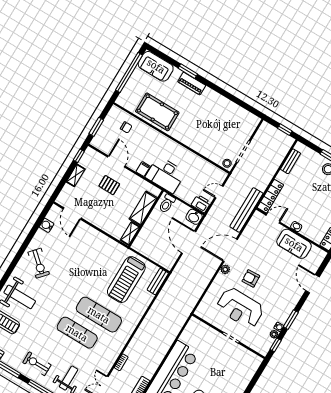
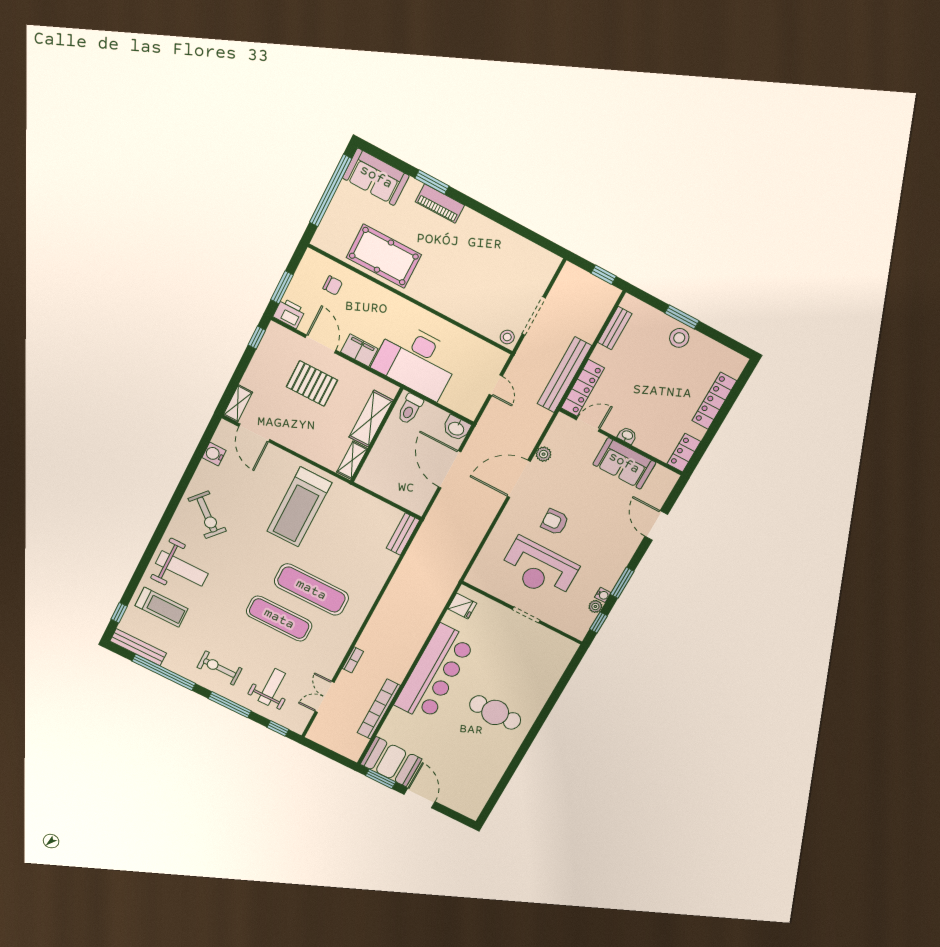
filing cabinet: (143, 169) -> (359, 350), width x2.00
shelving: (76, 175) -> (238, 404), moved
desk: (165, 175) -> (417, 360), width x1.36, depth x1.30
pallet: (109, 185) -> (312, 383), width x1.50, depth x1.42
door: (219, 192) -> (496, 385), swing flipped
printer: (201, 204) -> (289, 313), moved
bench: (246, 210) -> (564, 375), moved
plant: (225, 269) -> (544, 454), moved
treadmill: (126, 280) -> (299, 507), moved
fridge: (192, 330) -> (462, 606), added

